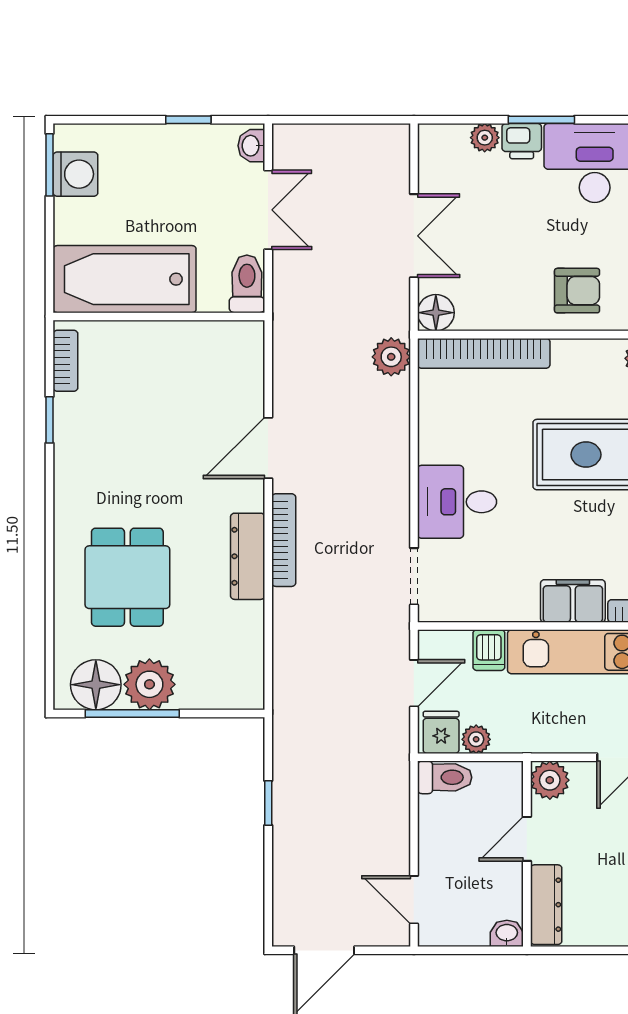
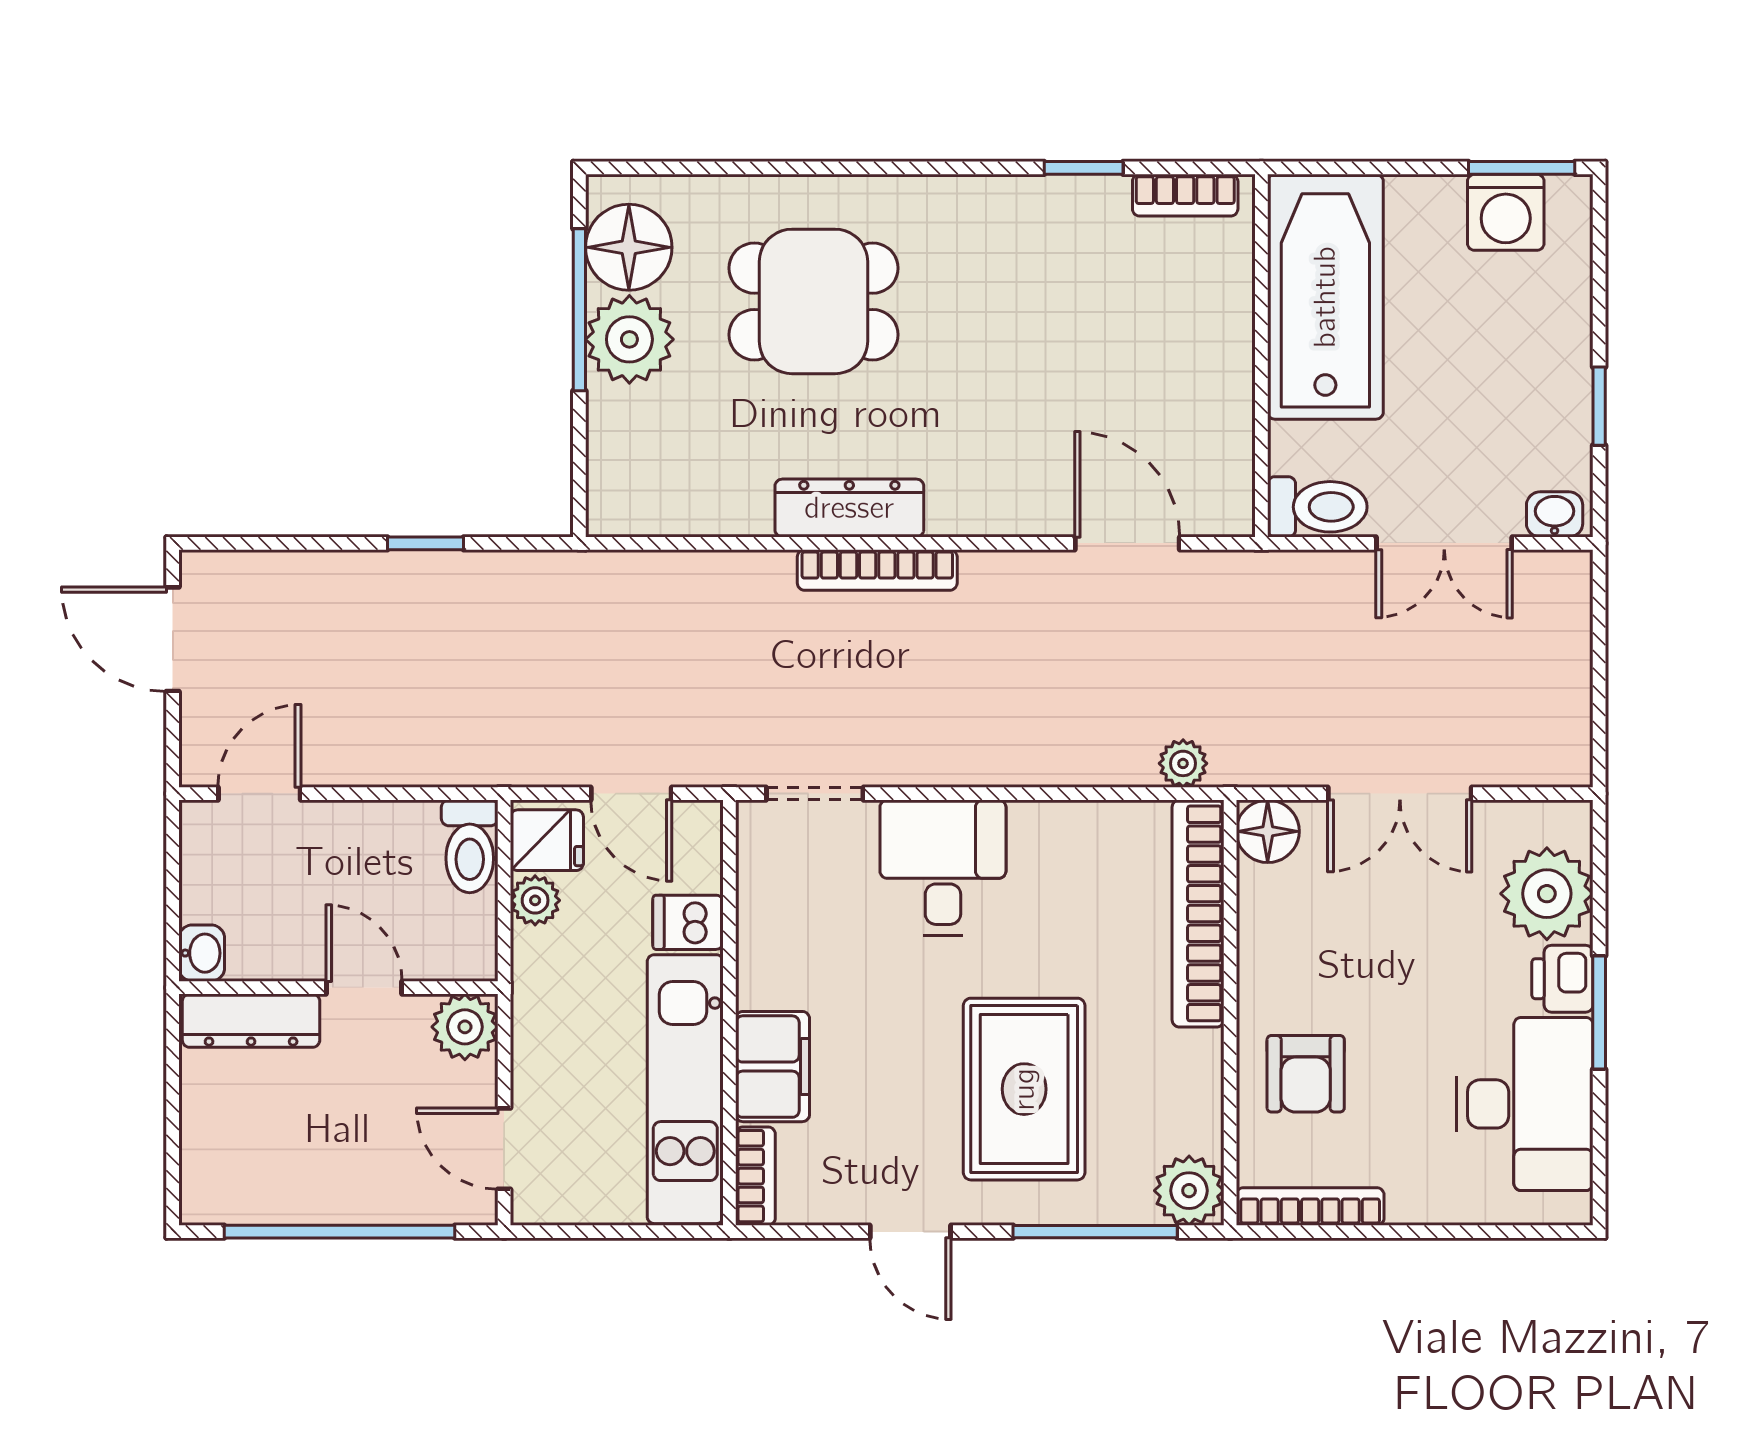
plant: (485, 138) -> (1547, 894), width x1.88, depth x1.88
plant: (391, 357) -> (1183, 763), width x0.73, depth x0.73
door: (268, 448) -> (1127, 543), moved

